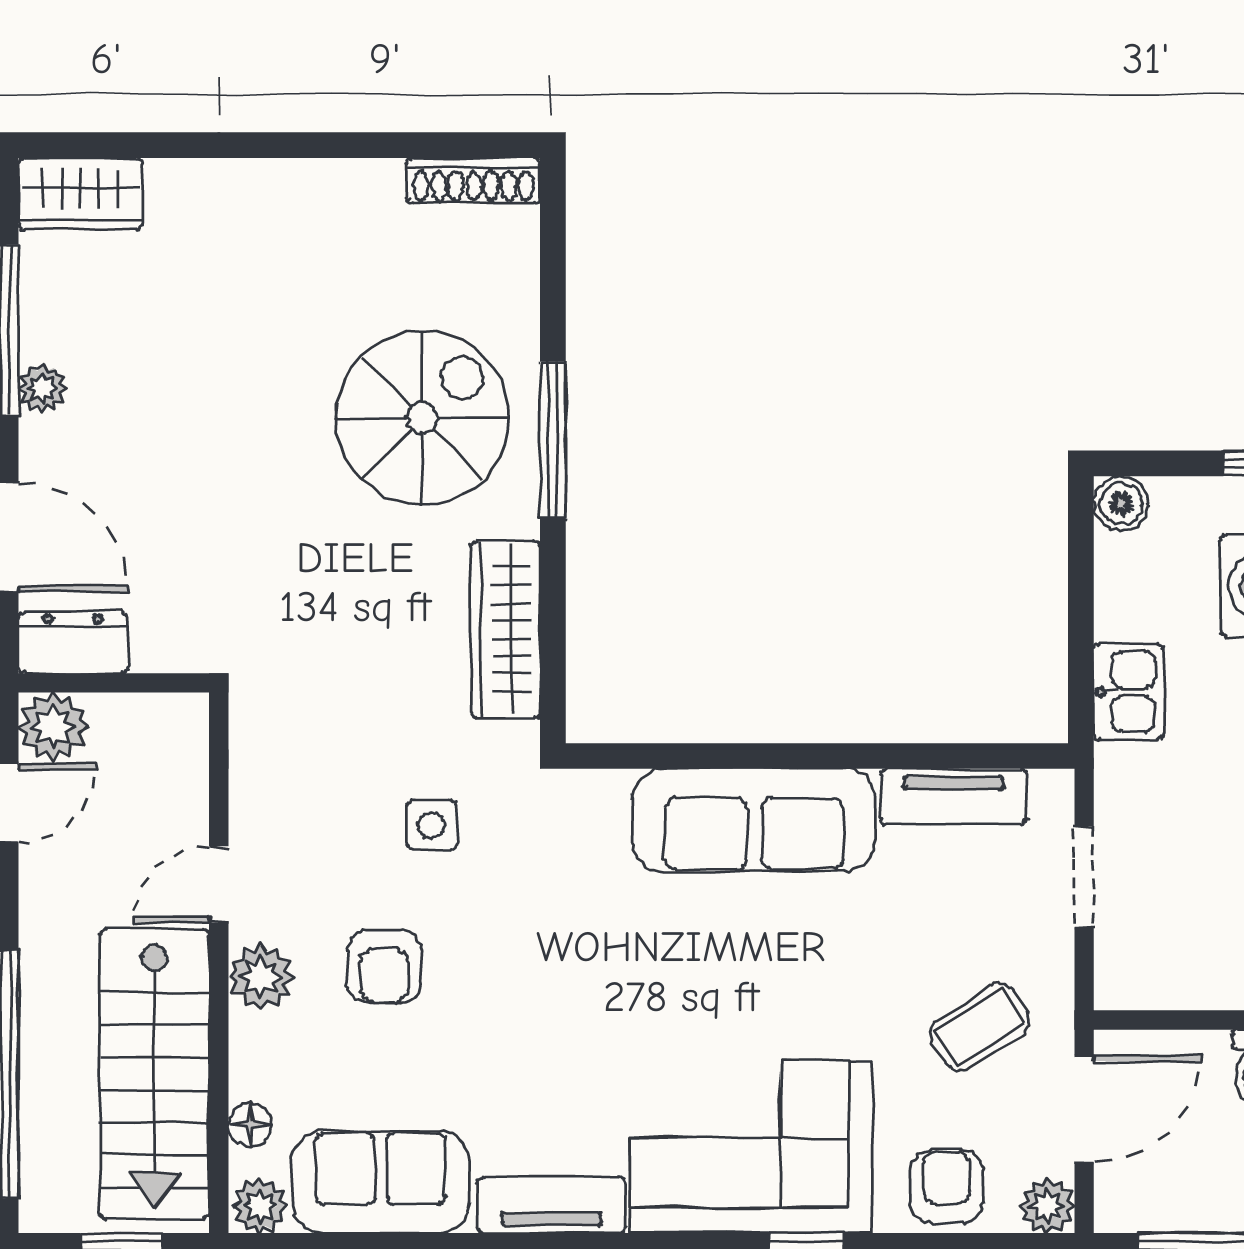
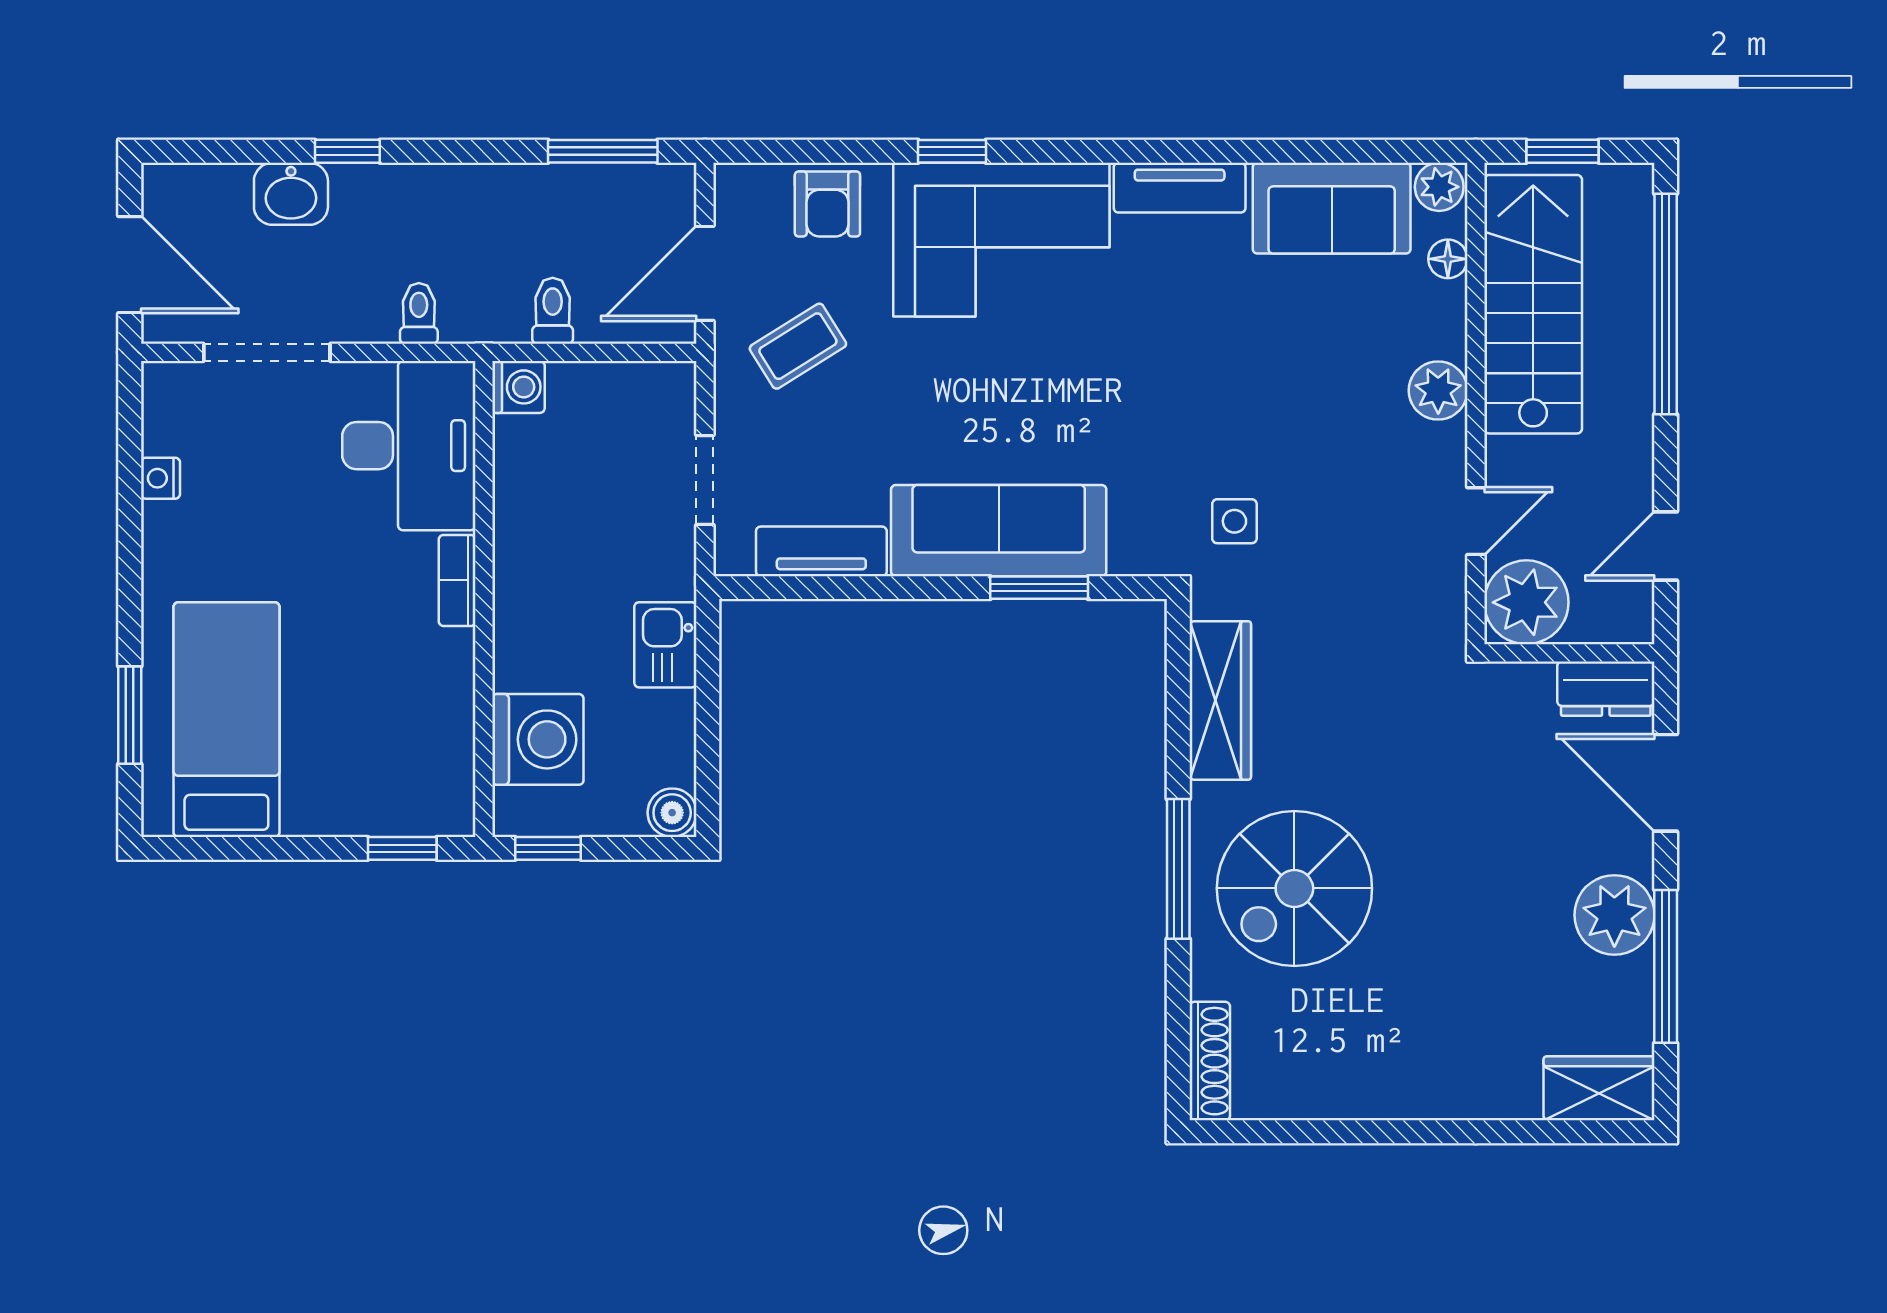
shoe rack: (473, 181) -> (1210, 1061), moved, turned 90
plant: (42, 389) -> (1614, 915), width x1.87, depth x1.87
plant: (53, 727) -> (1526, 602), moved, width x1.36, depth x1.36
window: (709, 756) -> (1039, 588), added
side table: (431, 825) -> (1234, 521), moved
door: (219, 884) -> (1476, 521), moved
armchair: (384, 966) -> (1328, 400), removed
plant: (1047, 1206) -> (738, 187), removed

